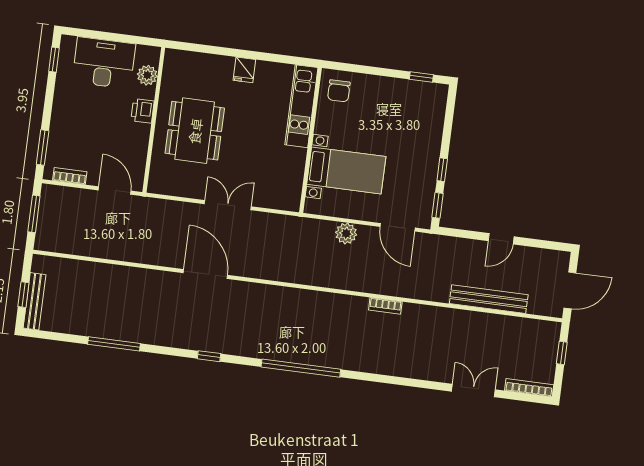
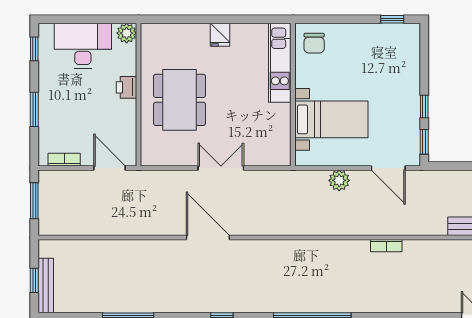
plant: (147, 75) -> (127, 33), moved
window: (43, 147) -> (34, 109), moved

